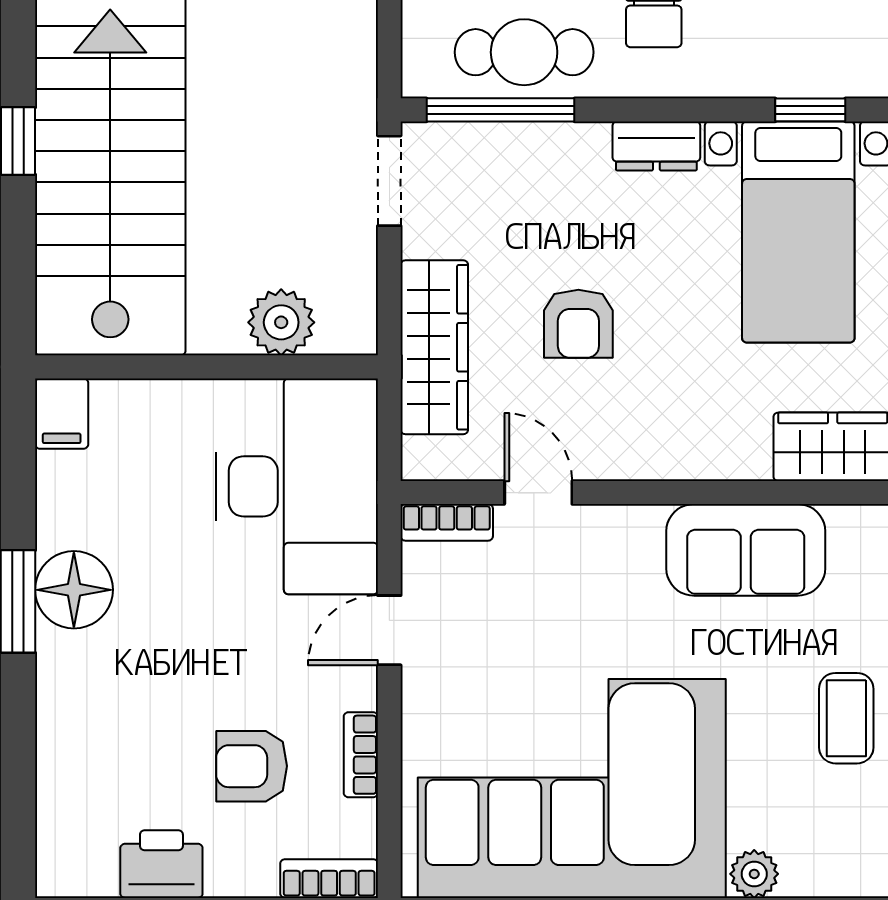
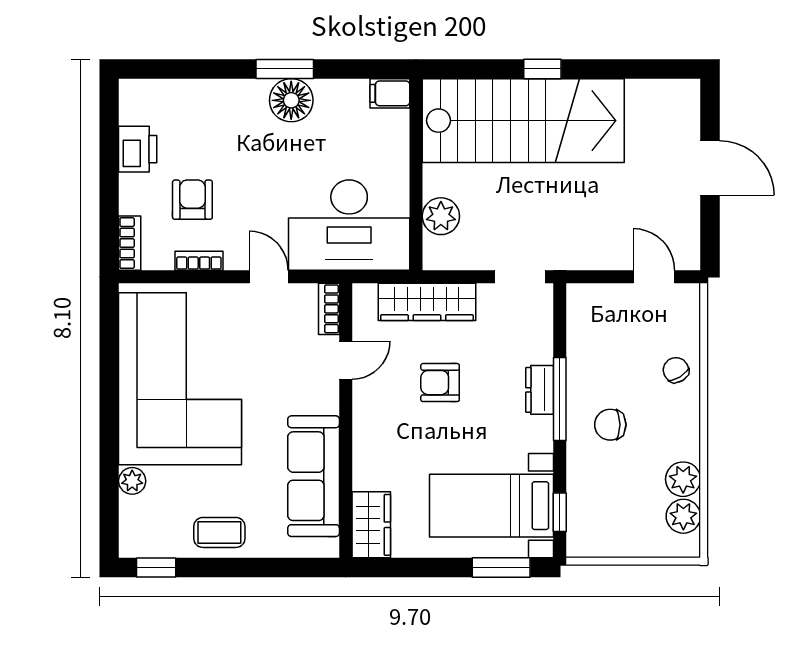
cafe table: (524, 52) -> (592, 352), removed
window: (501, 110) -> (560, 399), moved
dresser: (656, 146) -> (540, 390), moved
sofa: (746, 550) -> (314, 476), width x1.36

